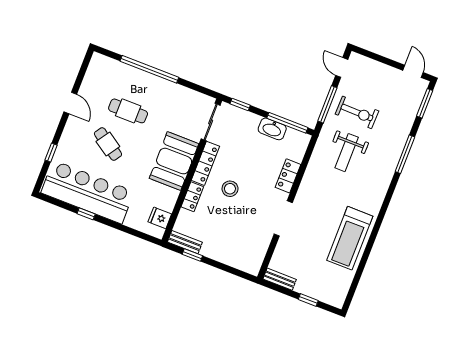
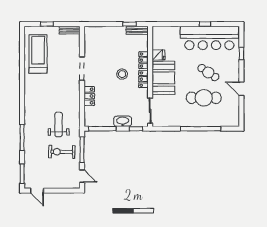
cafe table: (128, 111) -> (204, 98), width x1.37, depth x1.35
washbasin: (272, 129) -> (123, 121), moved
locker: (205, 163) -> (143, 79), width x0.66
fridge: (160, 218) -> (158, 55), moved
treadmill: (350, 238) -> (38, 54), moved

